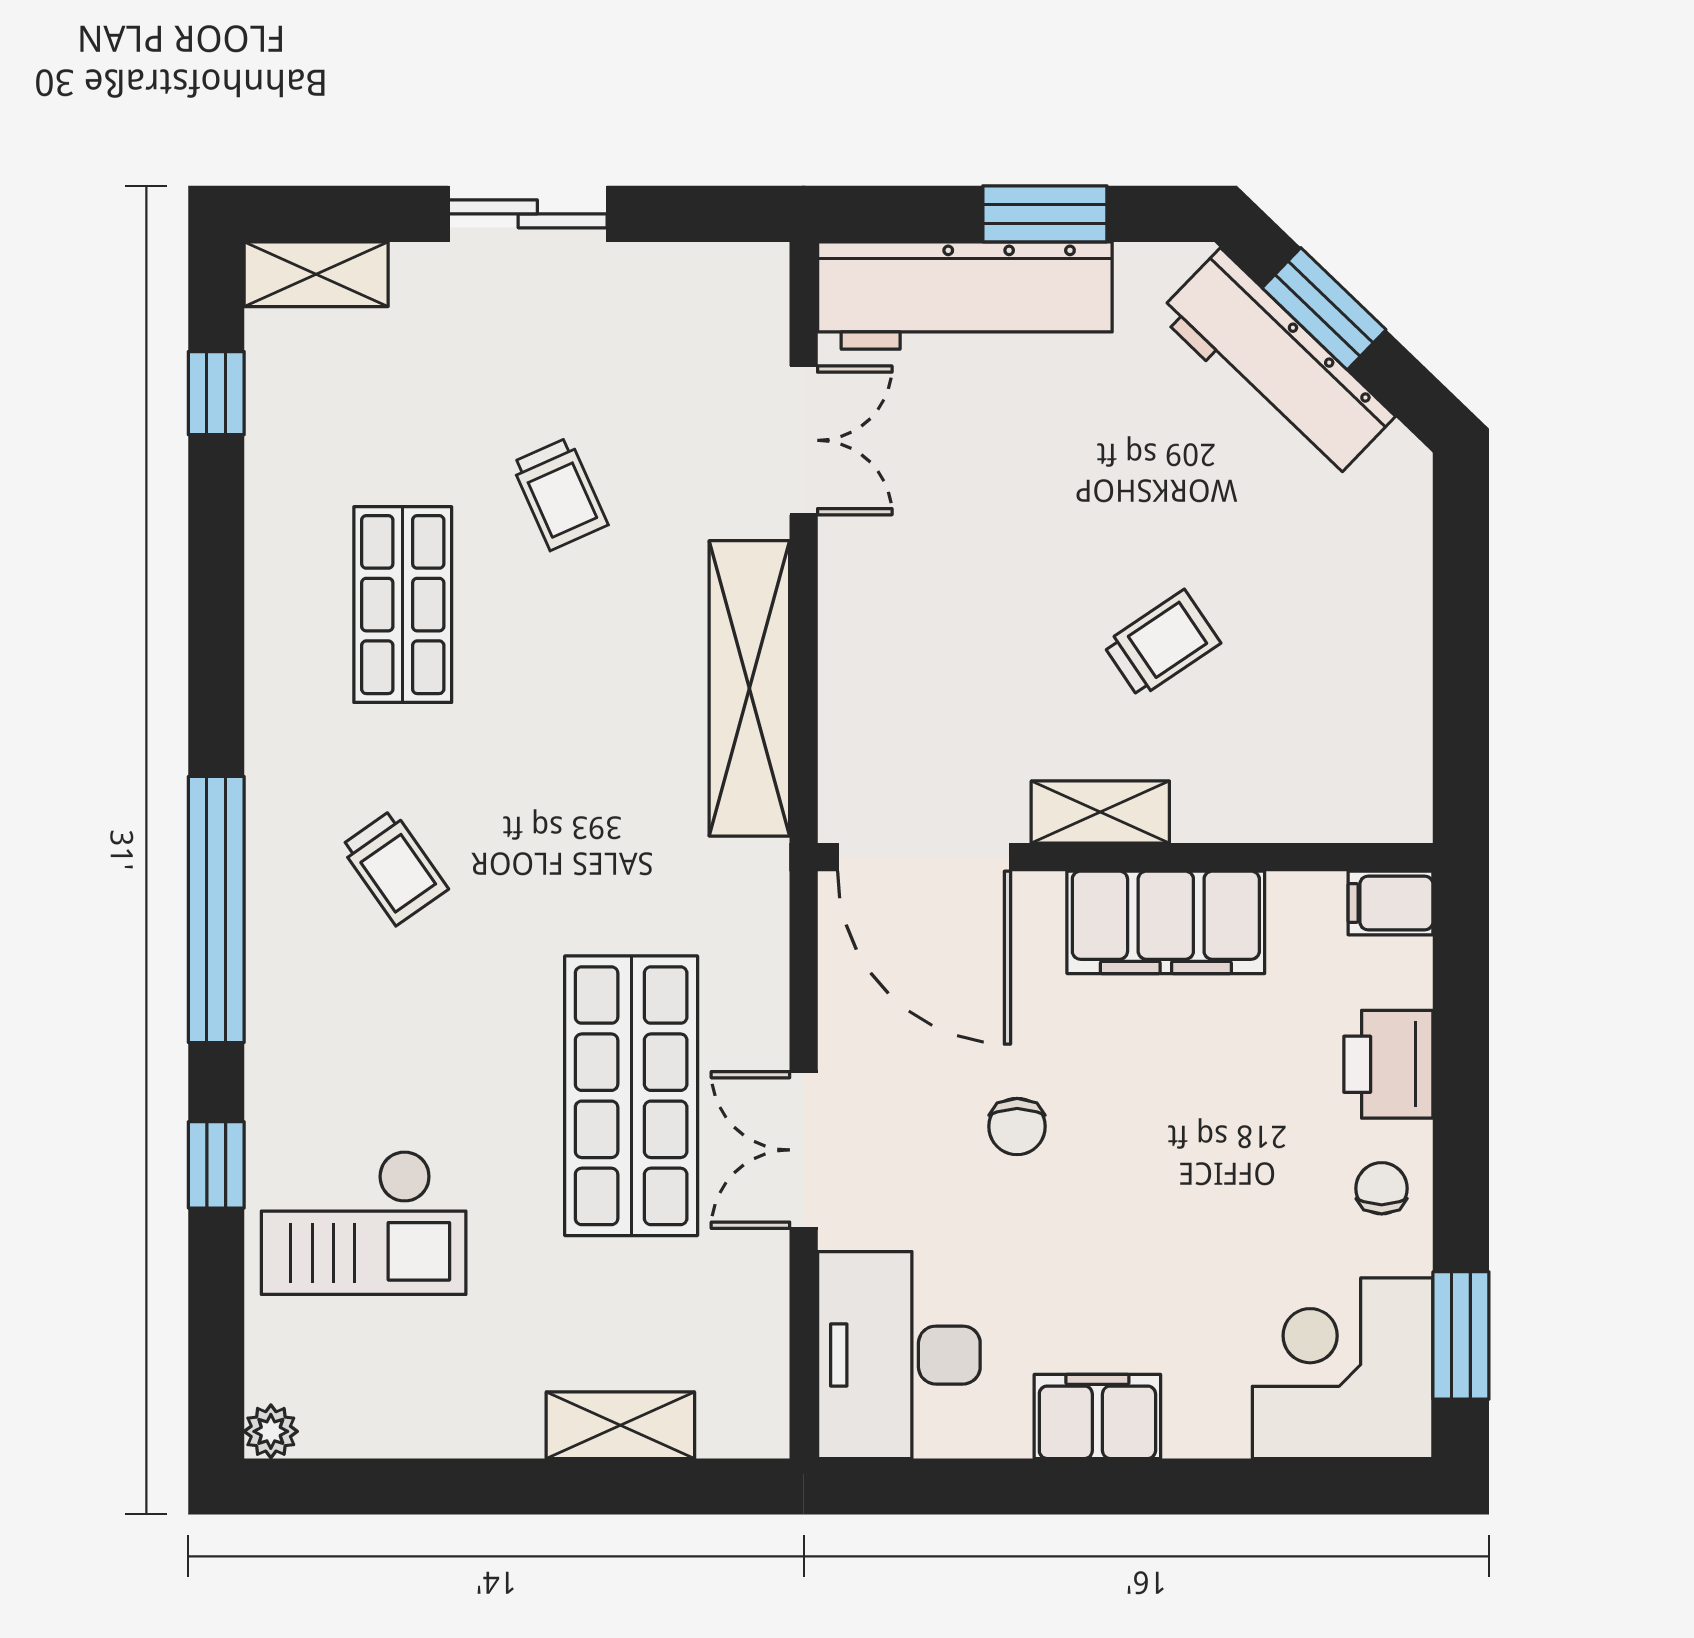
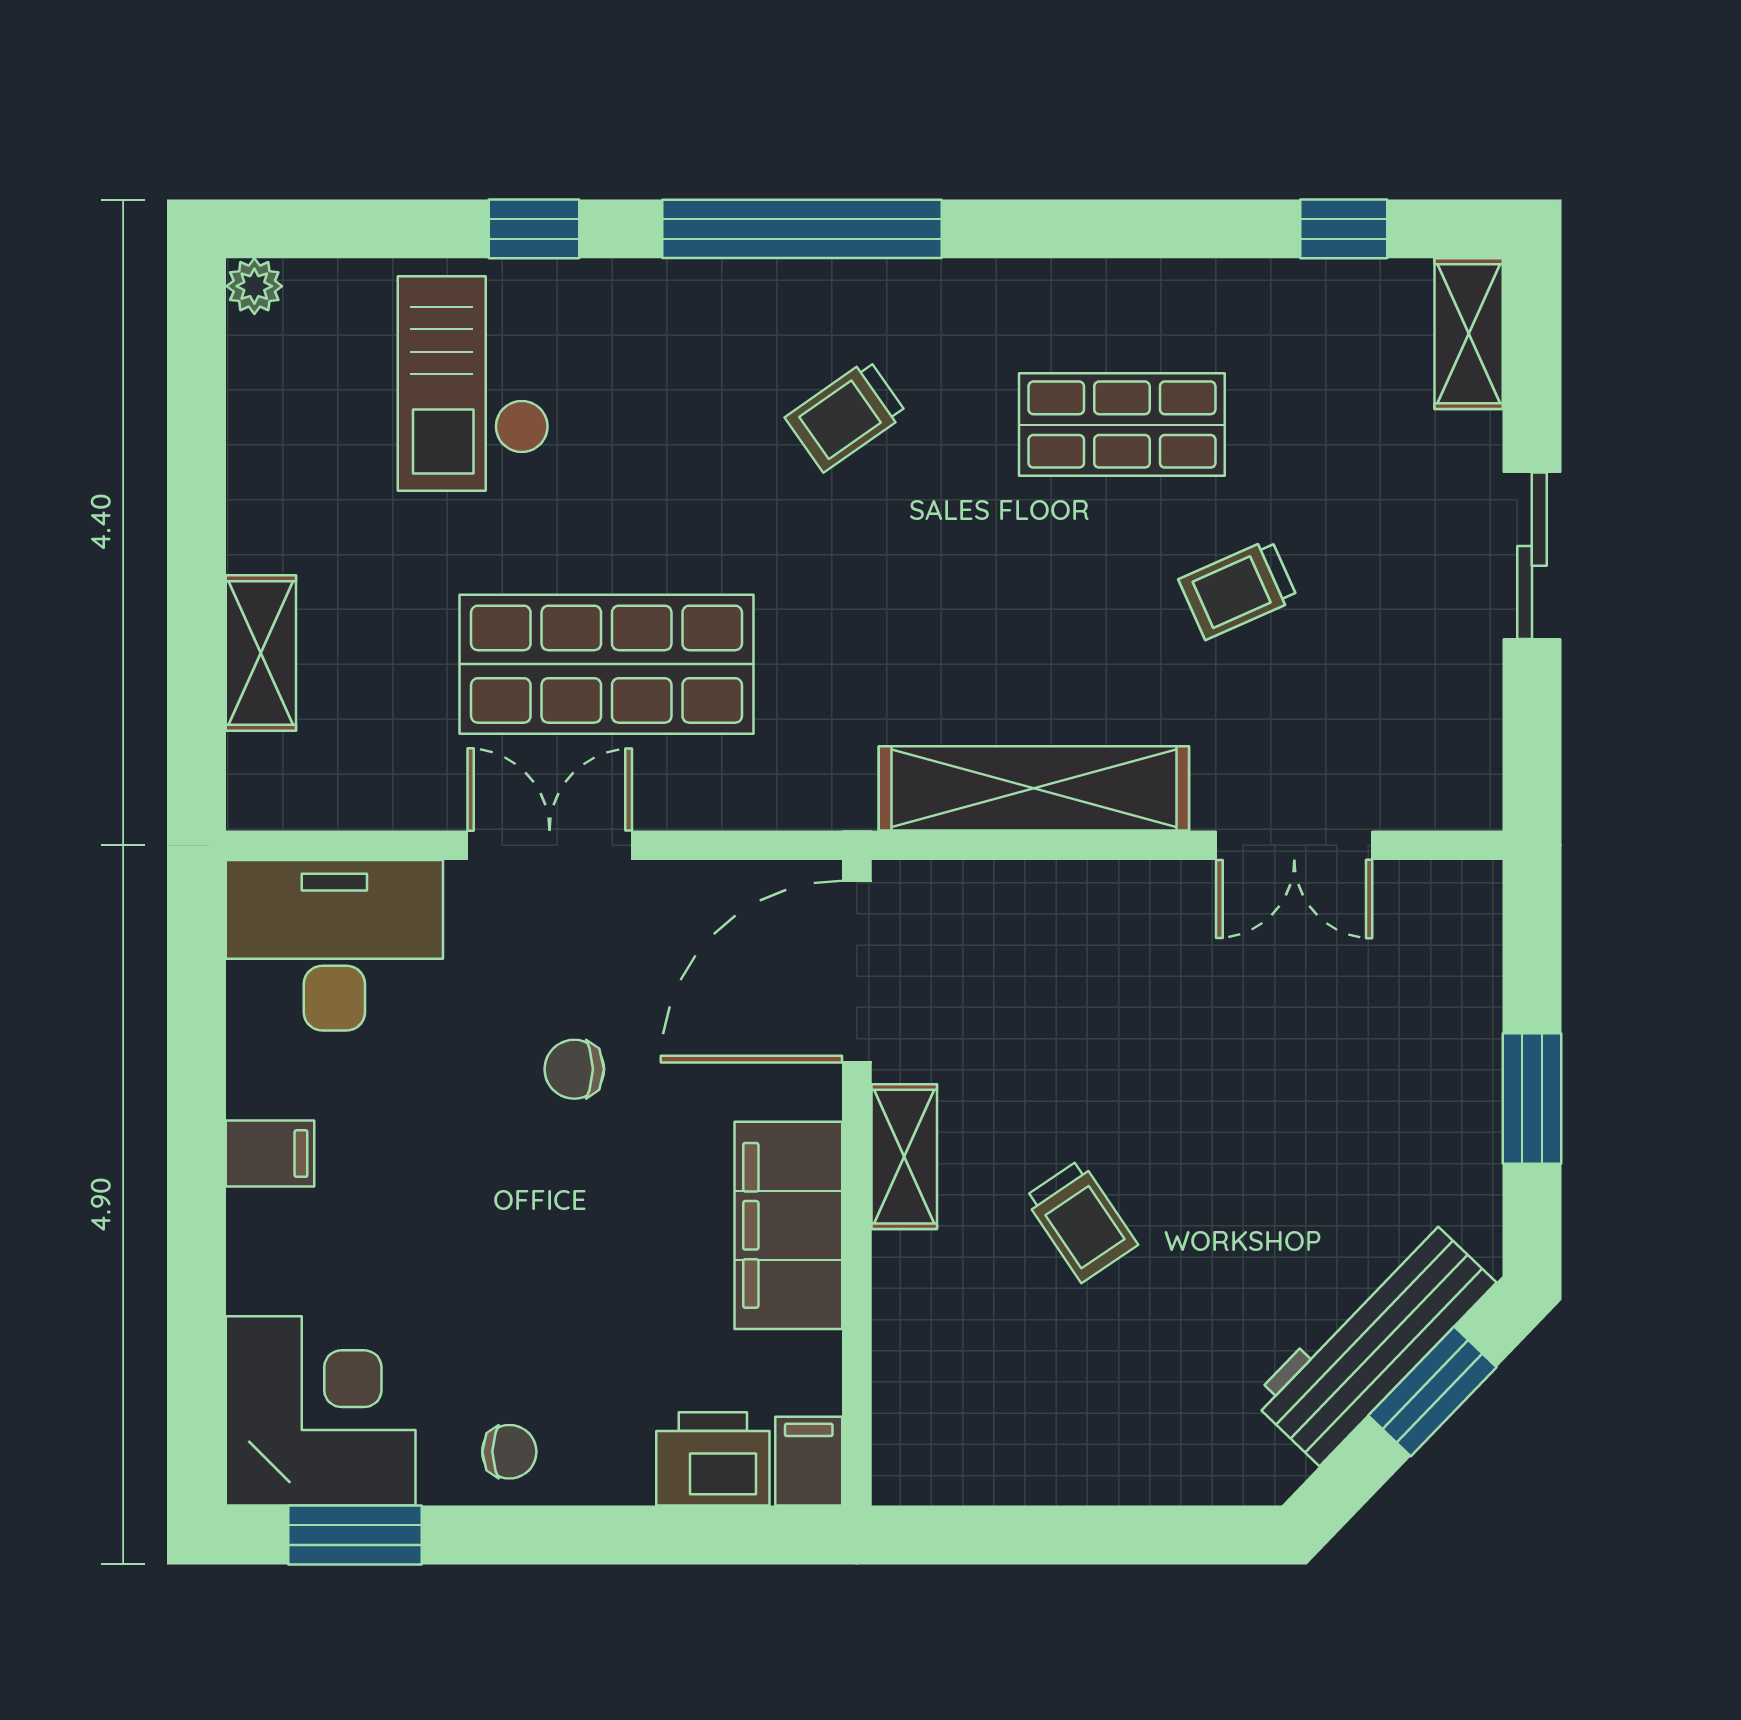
workbench: (965, 295) -> (1446, 1015), removed
printer: (1388, 1064) -> (713, 1459), moved
filing cabinet: (1097, 1416) -> (270, 1154), width x0.50

